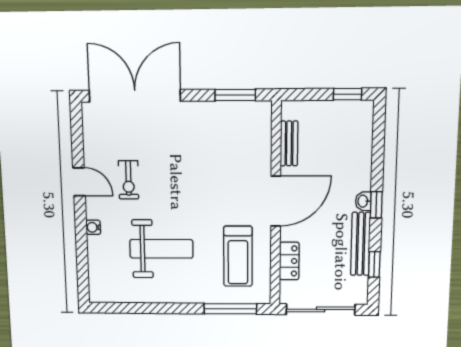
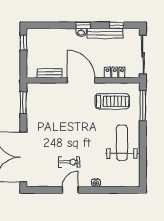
weight bench: (161, 249) -> (122, 143), moved

